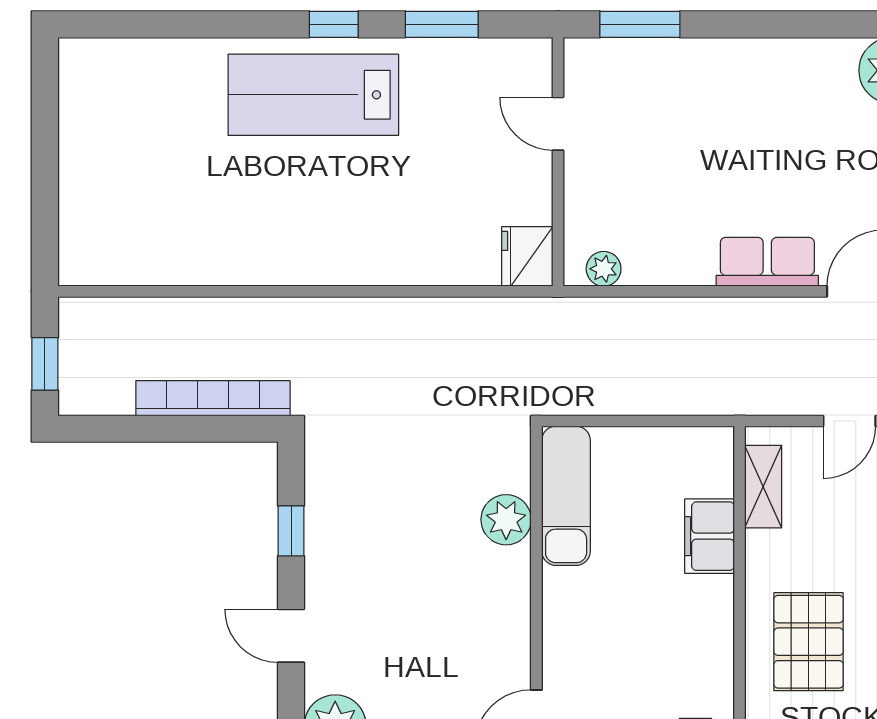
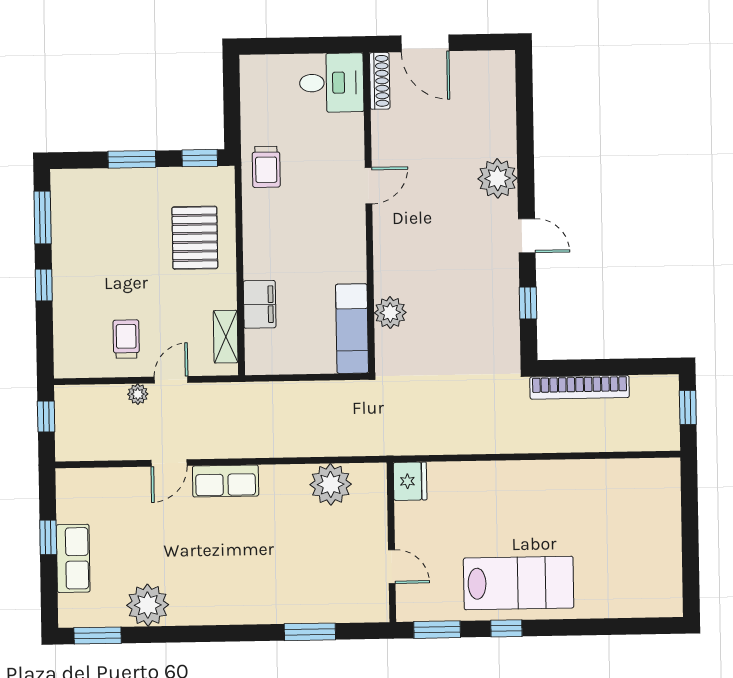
door: (558, 124) -> (392, 567), moved
wall: (558, 162) -> (391, 542), moved
fridge: (527, 256) -> (410, 481), moved
plant: (604, 269) -> (331, 484), width x1.87, depth x1.87

